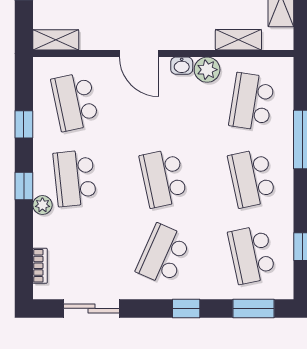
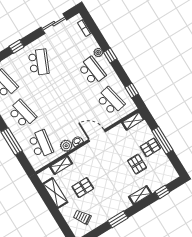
window: (24, 124) -> (132, 91), moved
school desk: (163, 178) -> (57, 92), removed

